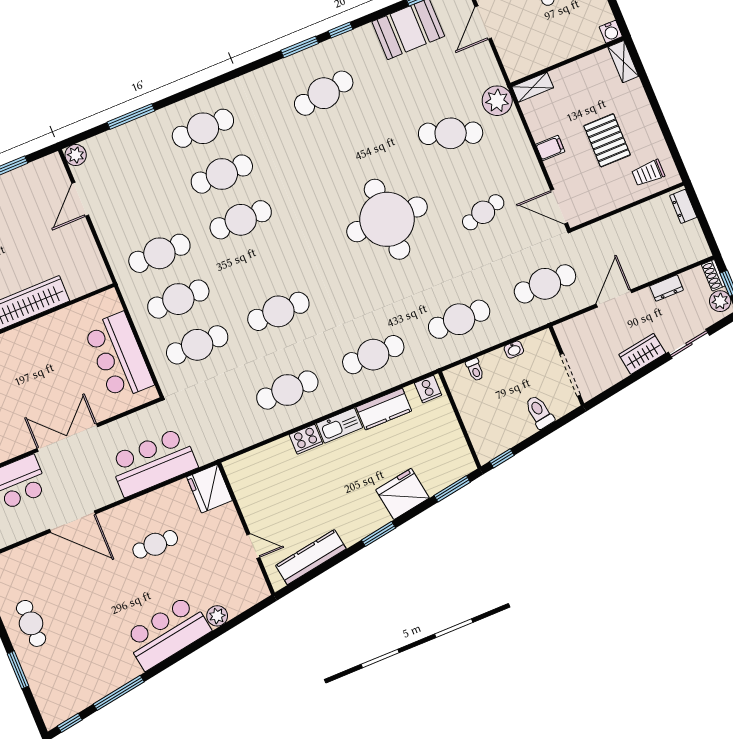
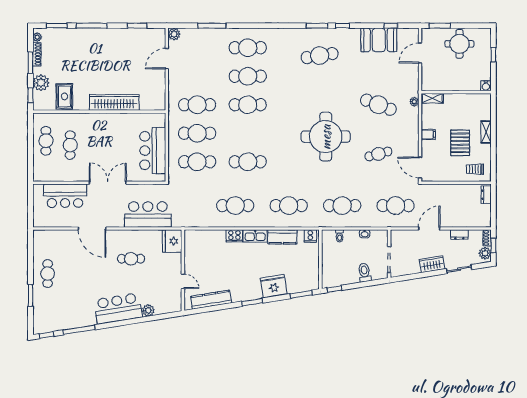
shelving: (623, 62) -> (486, 132), moved
plant: (497, 101) -> (414, 102), width x0.53, depth x0.53

